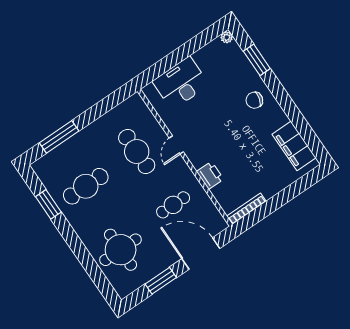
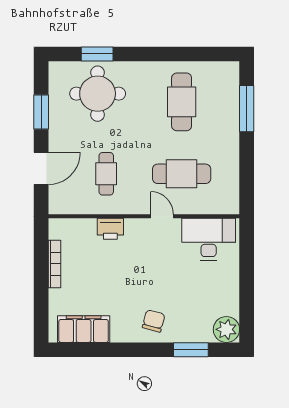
plant: (227, 37) -> (226, 329), width x1.87, depth x1.87
desk: (181, 83) -> (209, 239), moved, turned -90
window: (48, 204) -> (97, 54), moved
bookcase: (246, 209) -> (54, 264), moved
door: (201, 254) -> (41, 168), width x0.73

